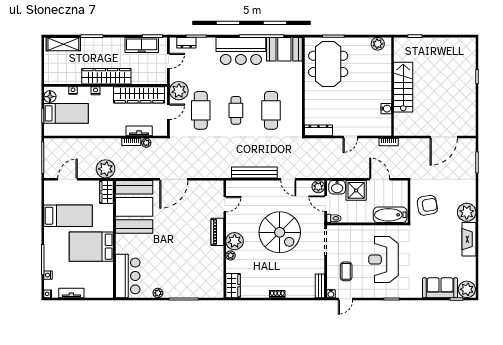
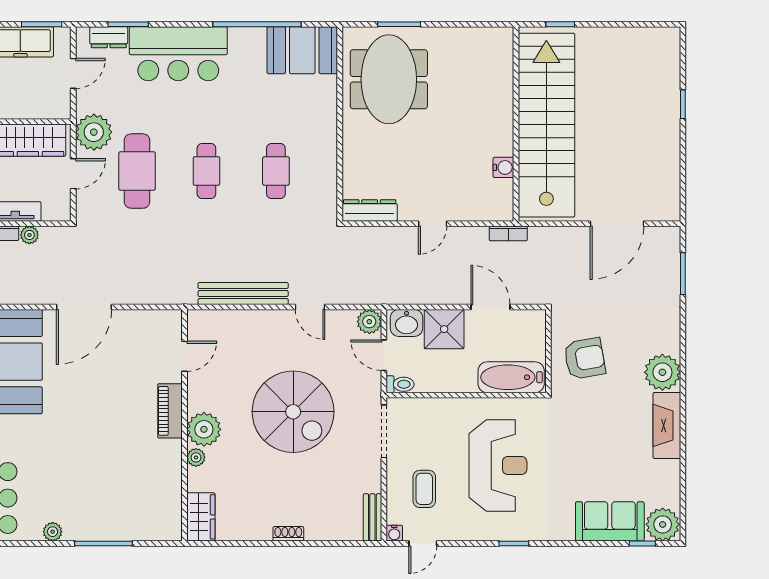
plant: (378, 44) -> (487, 39), removed
bar counter: (241, 51) -> (178, 54), moved
stairs: (403, 87) -> (546, 125), width x1.86, depth x1.51
cafe table: (271, 110) -> (276, 171), width x0.73, depth x0.74
reception desk: (383, 260) -> (498, 466), turned 180

